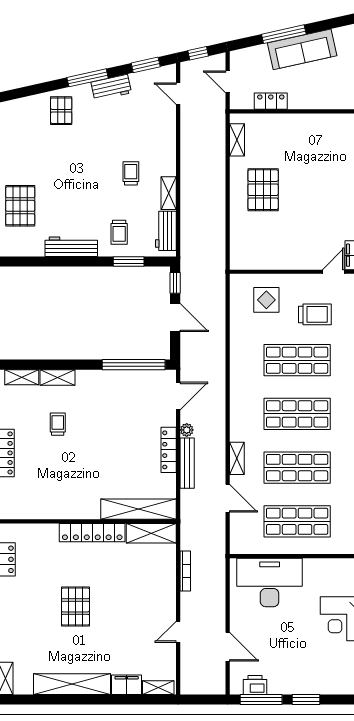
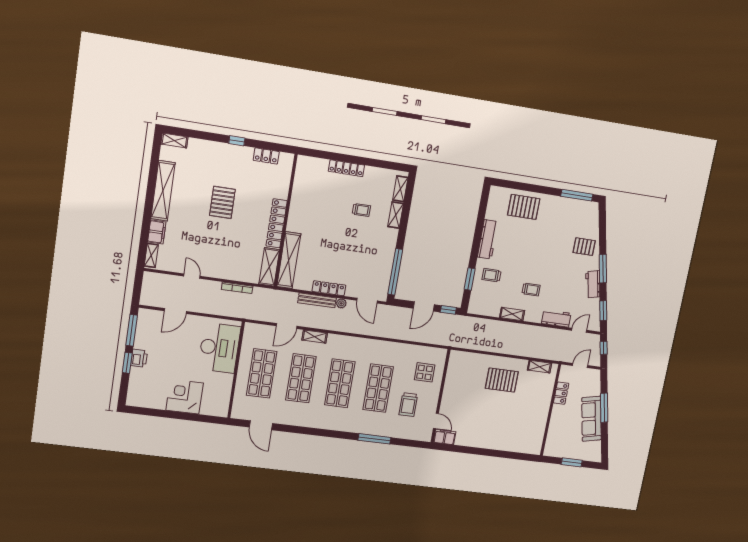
workbench: (166, 231) -> (556, 318), moved
pallet: (75, 607) -> (222, 202), turned 90
printer: (255, 685) -> (139, 358), moved

